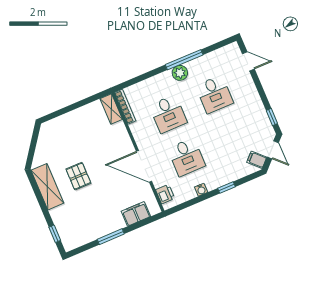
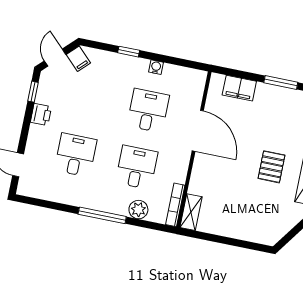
window: (184, 60) -> (102, 215), moved
plant: (180, 73) -> (138, 210), moved
printer: (165, 194) -> (41, 114), moved, turned 180

